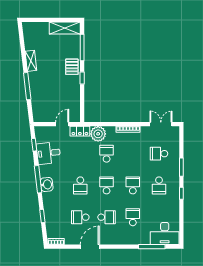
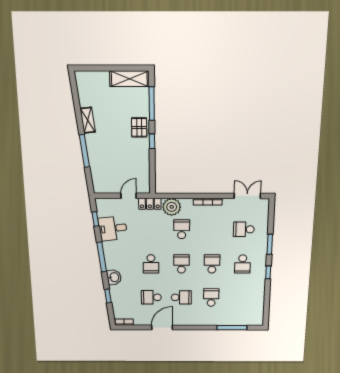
washbasin: (47, 184) -> (114, 277), moved
desk: (165, 233) -> (247, 314), removed

